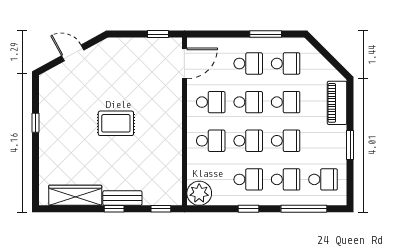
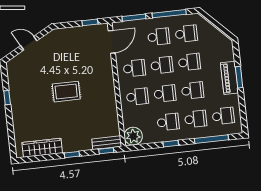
window: (218, 34) -> (134, 18), added
window: (266, 34) -> (169, 14), width x1.44
piano: (337, 103) -> (229, 78), moved
window: (350, 145) -> (239, 77), moved
bench: (122, 198) -> (107, 143), moved

